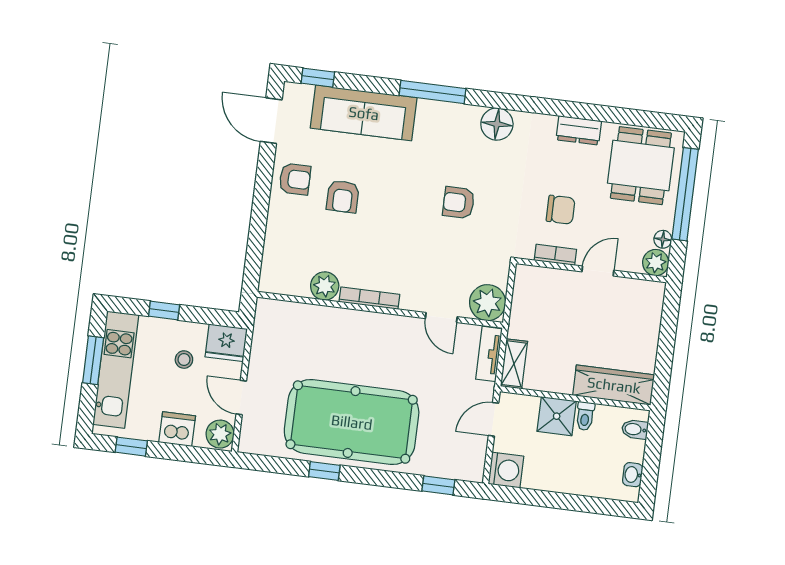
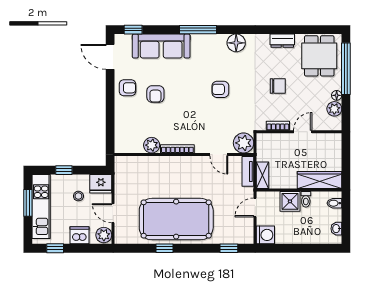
bookcase: (555, 255) -> (278, 126), moved
wall: (591, 270) -> (299, 132), moved
door: (598, 271) -> (303, 132), moved

